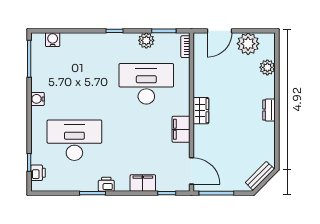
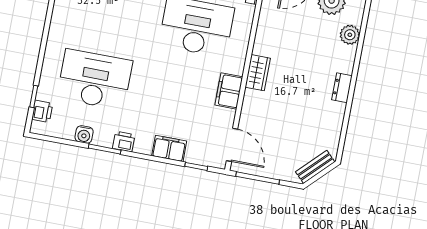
water cooler: (38, 99) -> (84, 135), moved, turned -90

